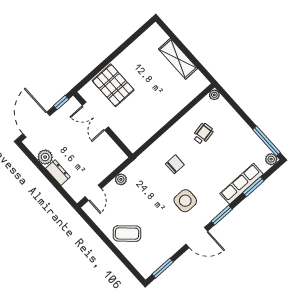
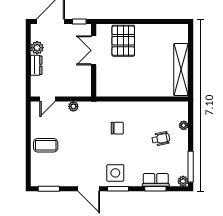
shelving: (178, 59) -> (181, 70), width x1.47
plant: (214, 95) -> (184, 125), moved
wheelchair: (203, 134) -> (161, 139), moved
row of seats: (242, 184) -> (156, 180), width x0.68
side table: (185, 201) -> (115, 173), moved
coffee table: (127, 234) -> (46, 145), turned -43

